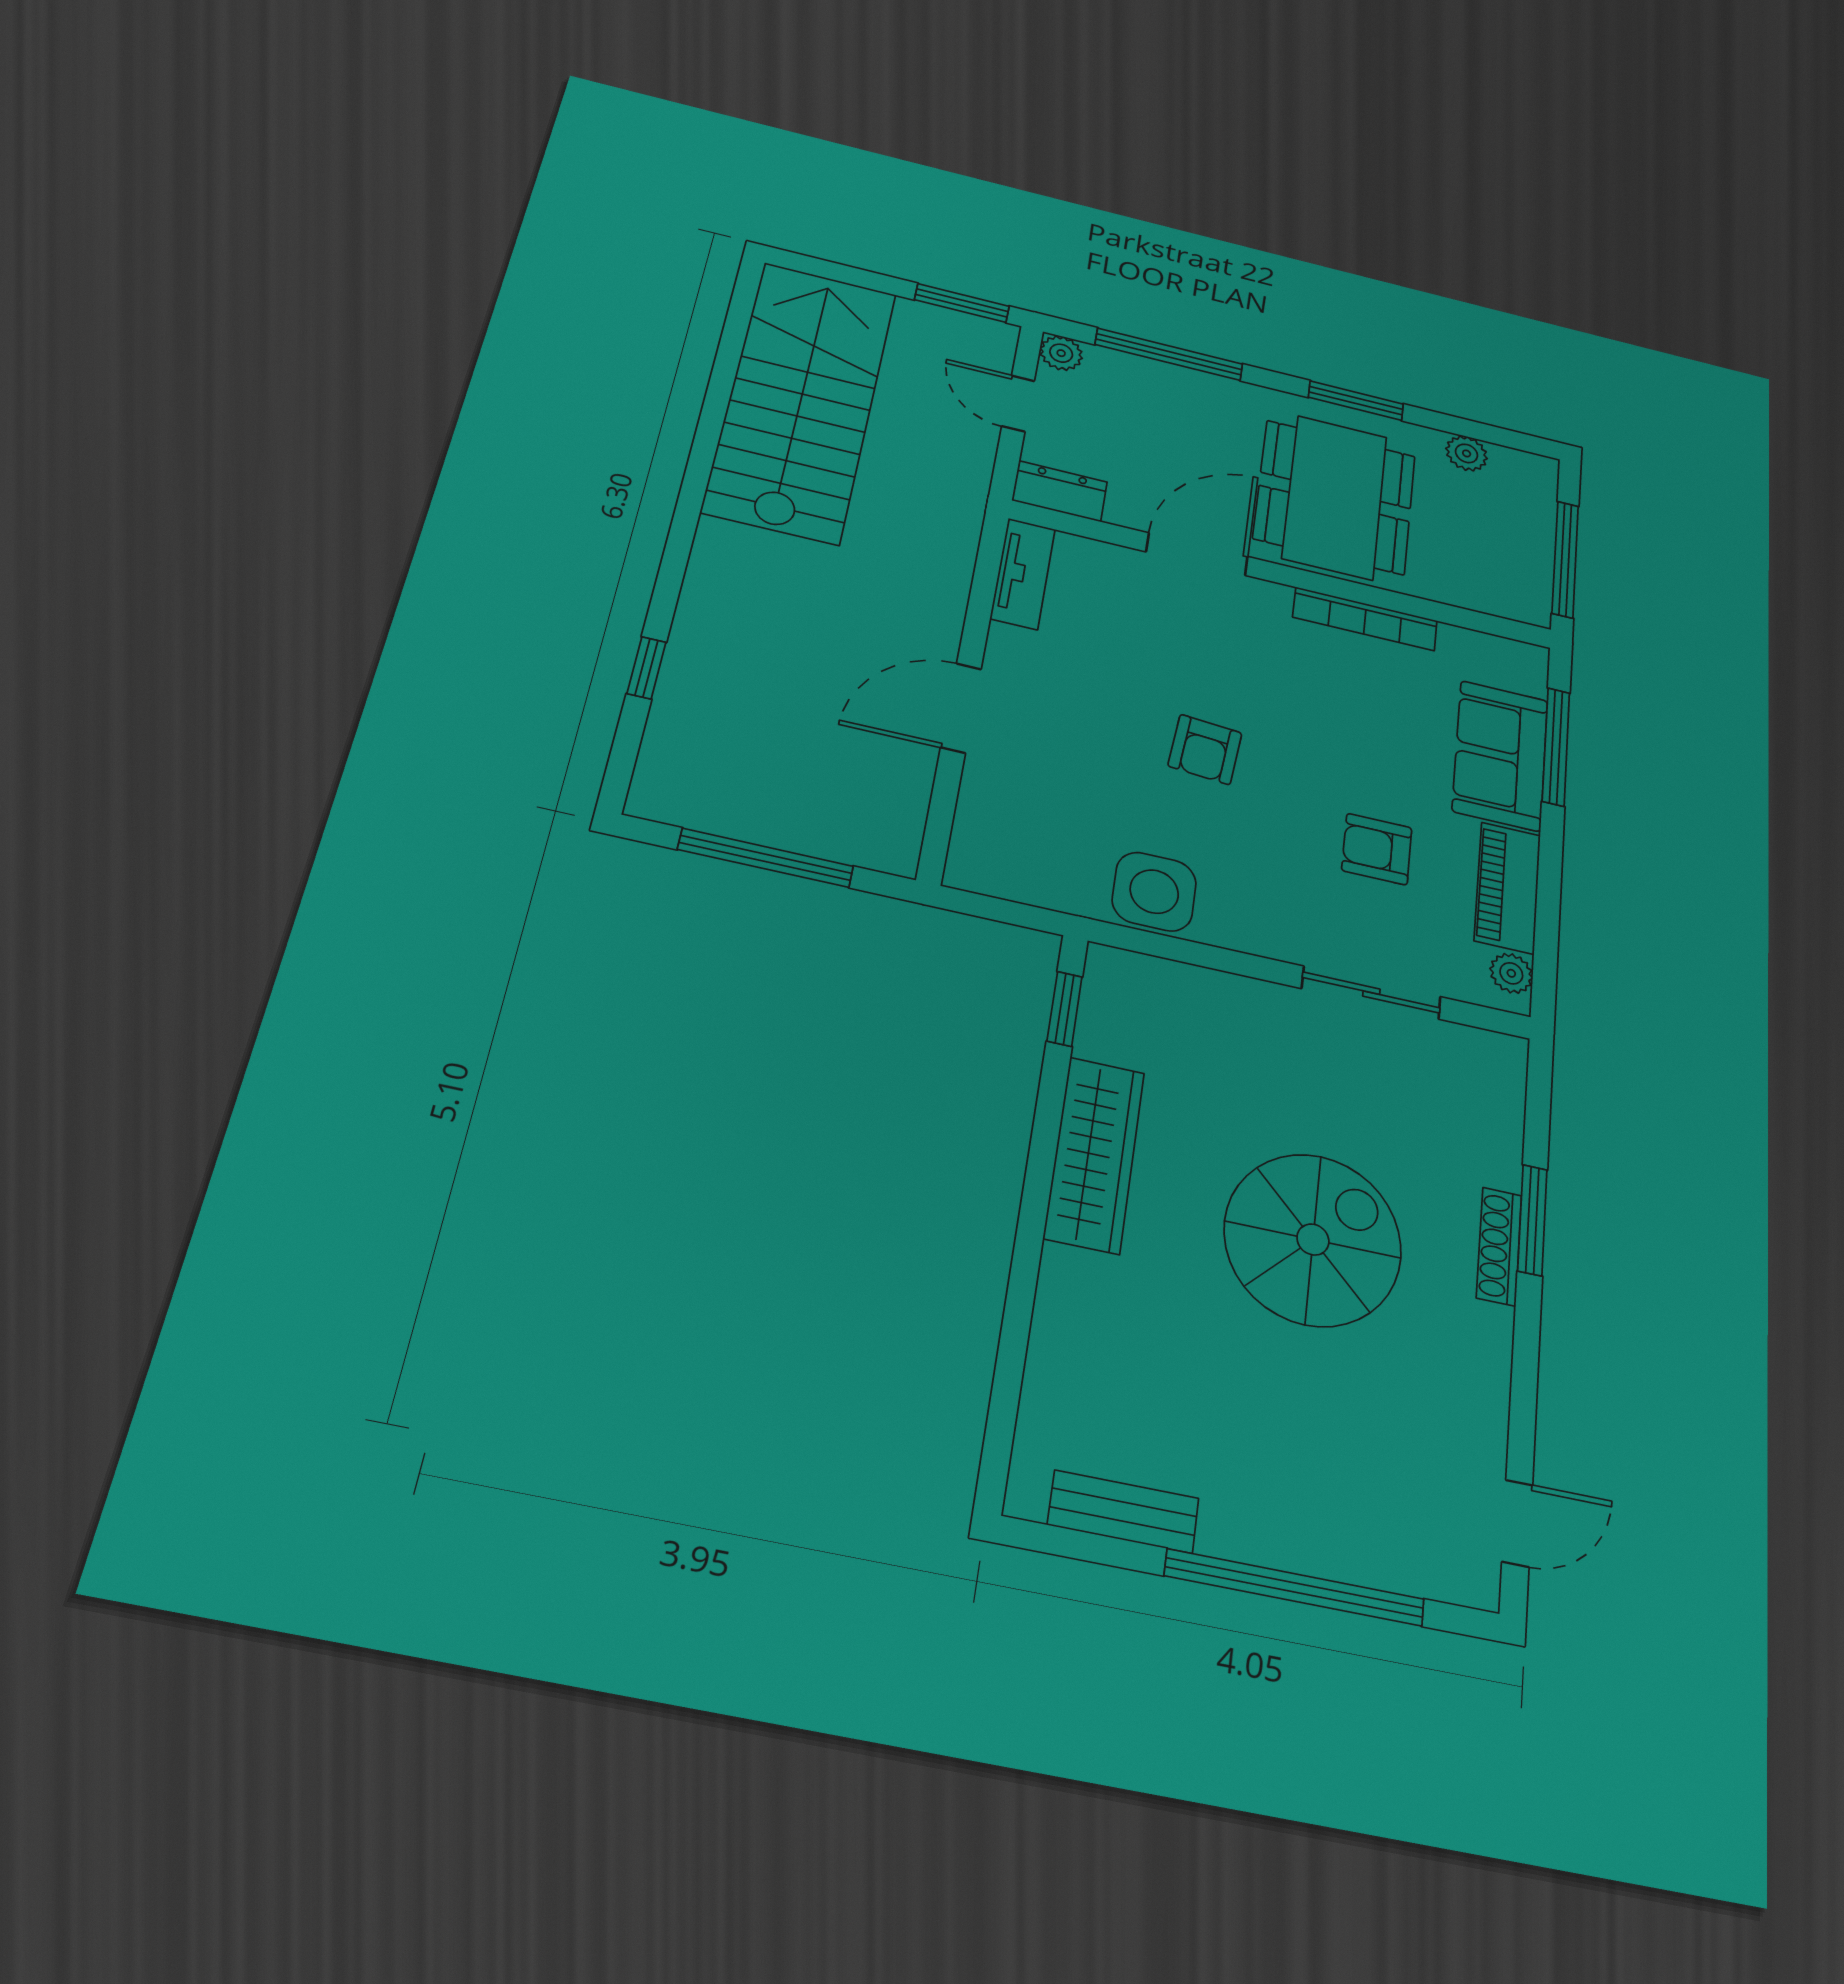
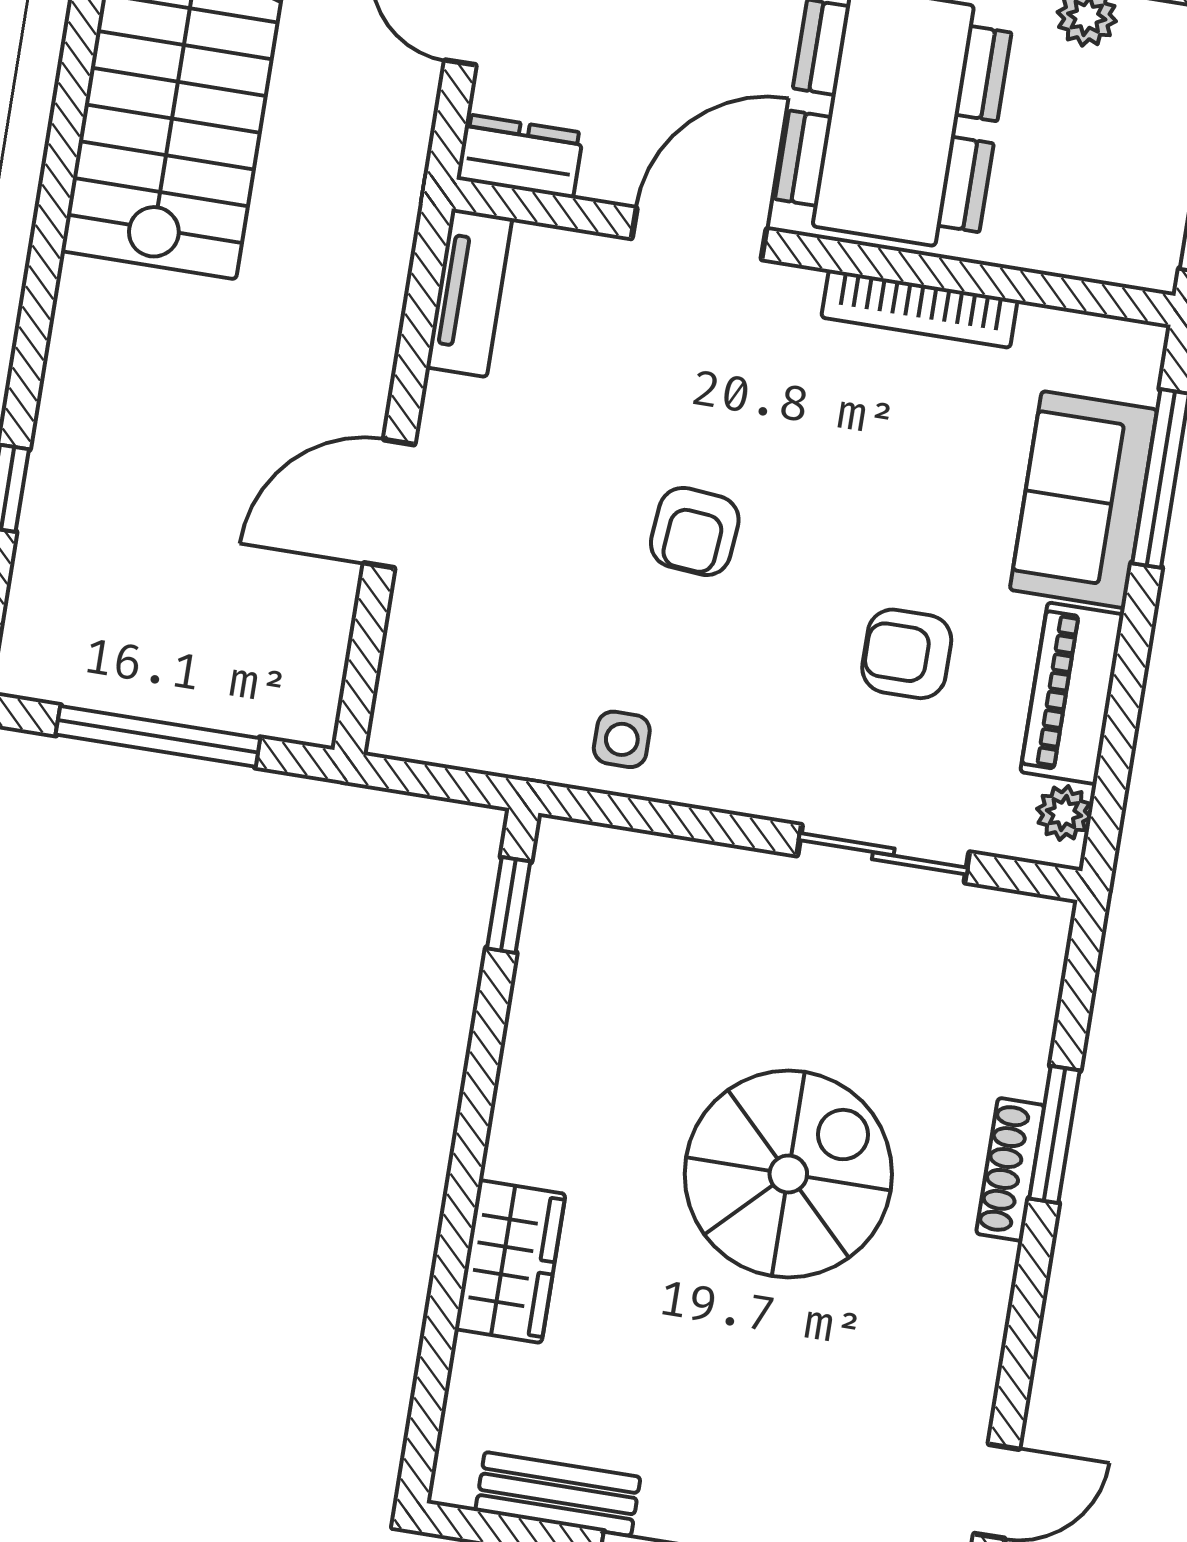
side table: (1154, 892) -> (622, 739), width x0.54, depth x0.54
wardrobe: (1094, 1154) -> (510, 1261), moved, width x0.67

